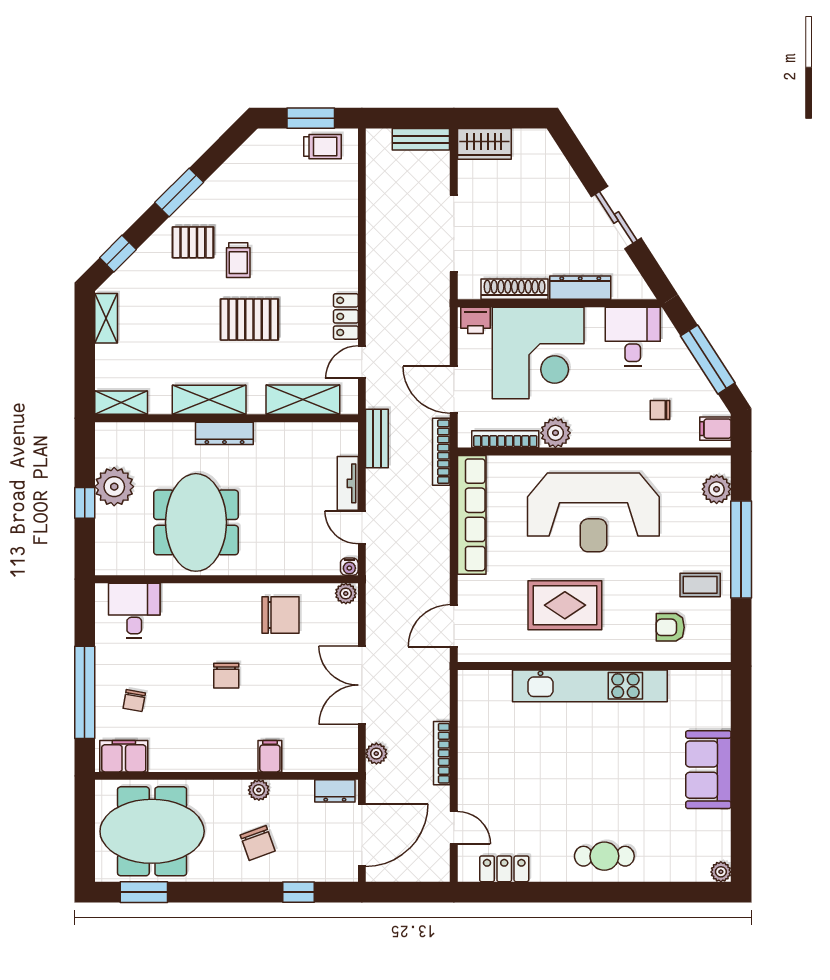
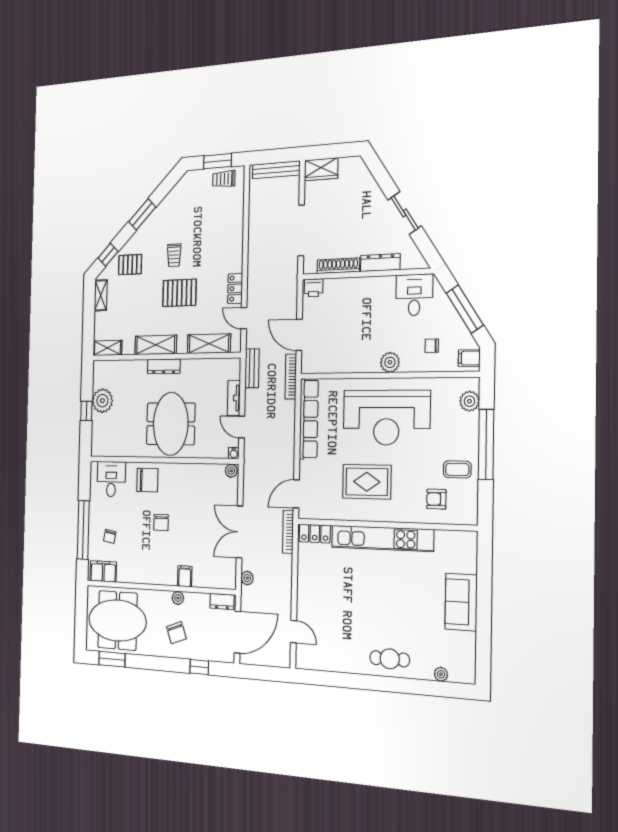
bench: (421, 139) -> (276, 170), width x1.36
trolley: (322, 147) -> (224, 179), turned 180
pallet: (193, 242) -> (130, 265), moved
corner desk: (538, 353) -> (352, 308), removed
door: (362, 362) -> (244, 318), hinge flipped
plant: (555, 433) -> (390, 362), moved
bookcase: (505, 439) -> (331, 368), removed
meeting table: (196, 522) -> (171, 424), moved
chair: (281, 615) -> (147, 480), moved
bookcase: (442, 753) -> (288, 532), moved
locker: (504, 869) -> (315, 534), moved, turned 180
plant: (721, 872) -> (441, 674), moved

